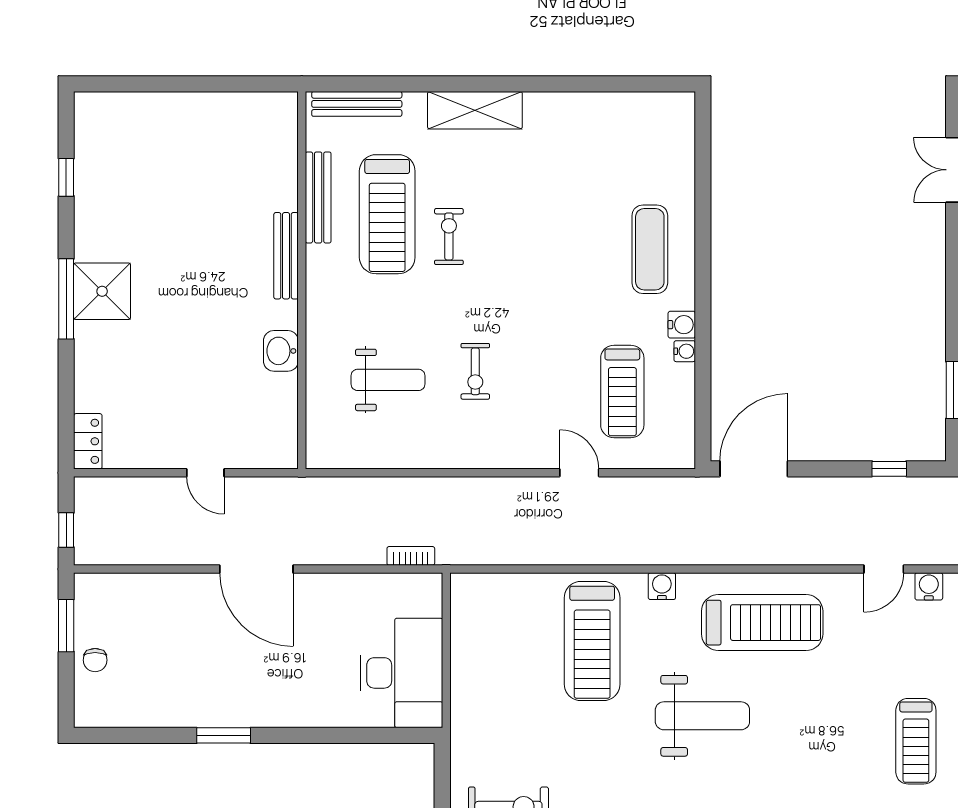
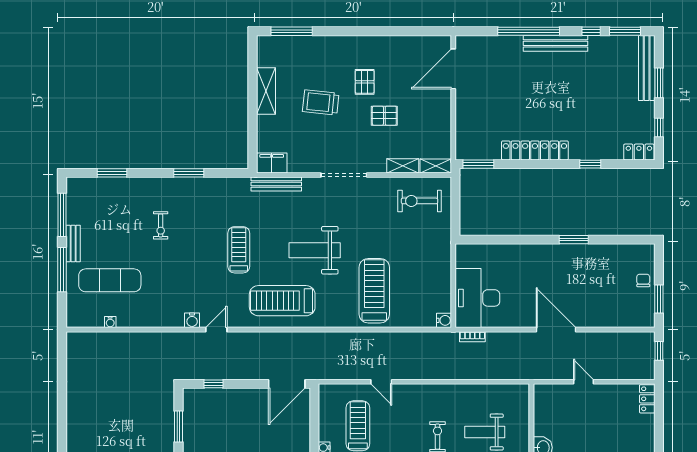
water cooler: (662, 586) -> (444, 320), moved, turned -90
desk: (401, 673) -> (477, 298), moved
treadmill: (916, 741) -> (239, 250), moved

